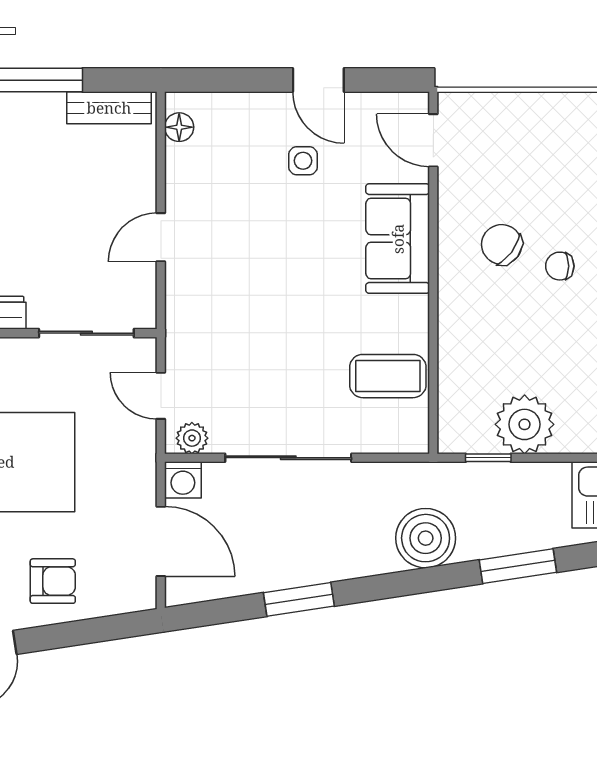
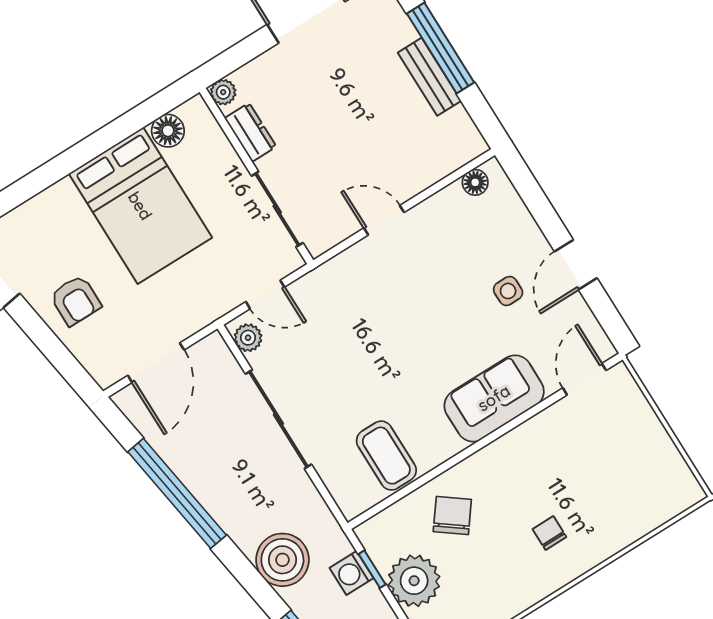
bench: (109, 108) -> (429, 77), moved
chair: (502, 244) -> (452, 515), moved
door: (161, 396) -> (265, 294), swing flipped
washing machine: (183, 480) -> (351, 573), moved
window: (299, 599) -> (177, 493), width x2.11

